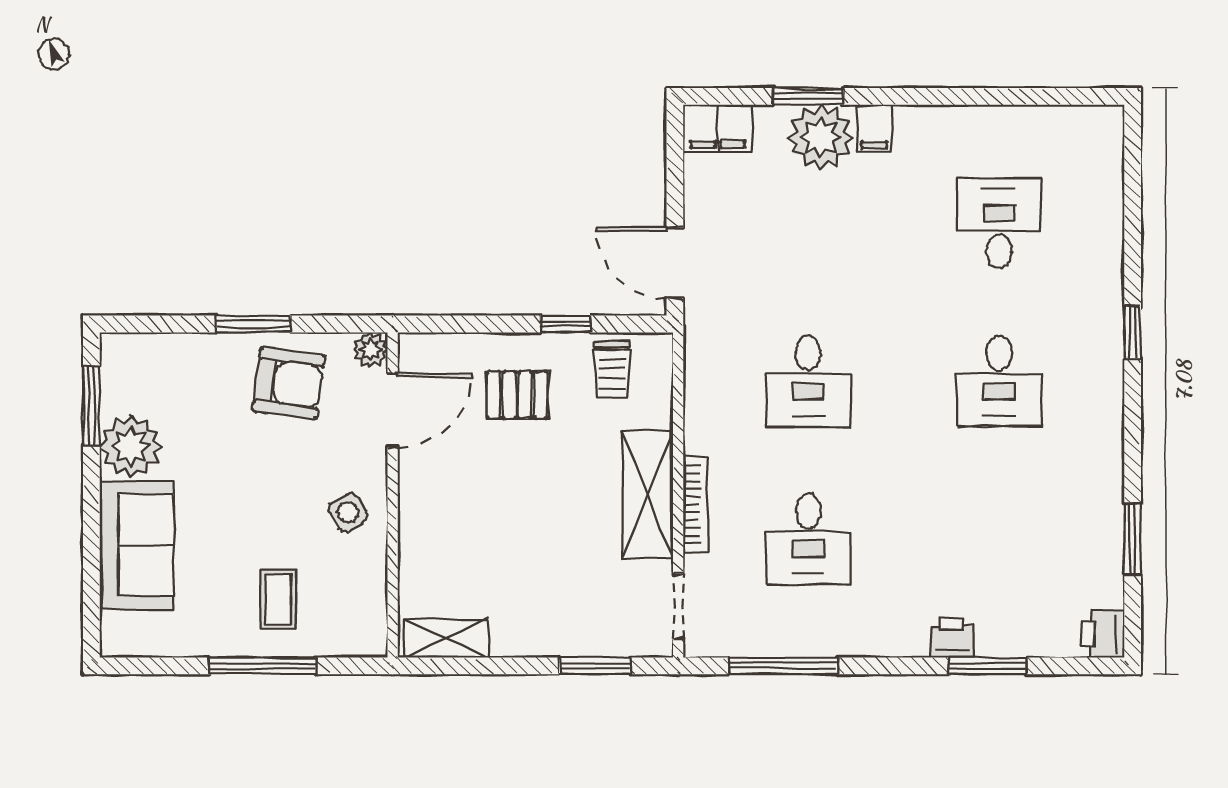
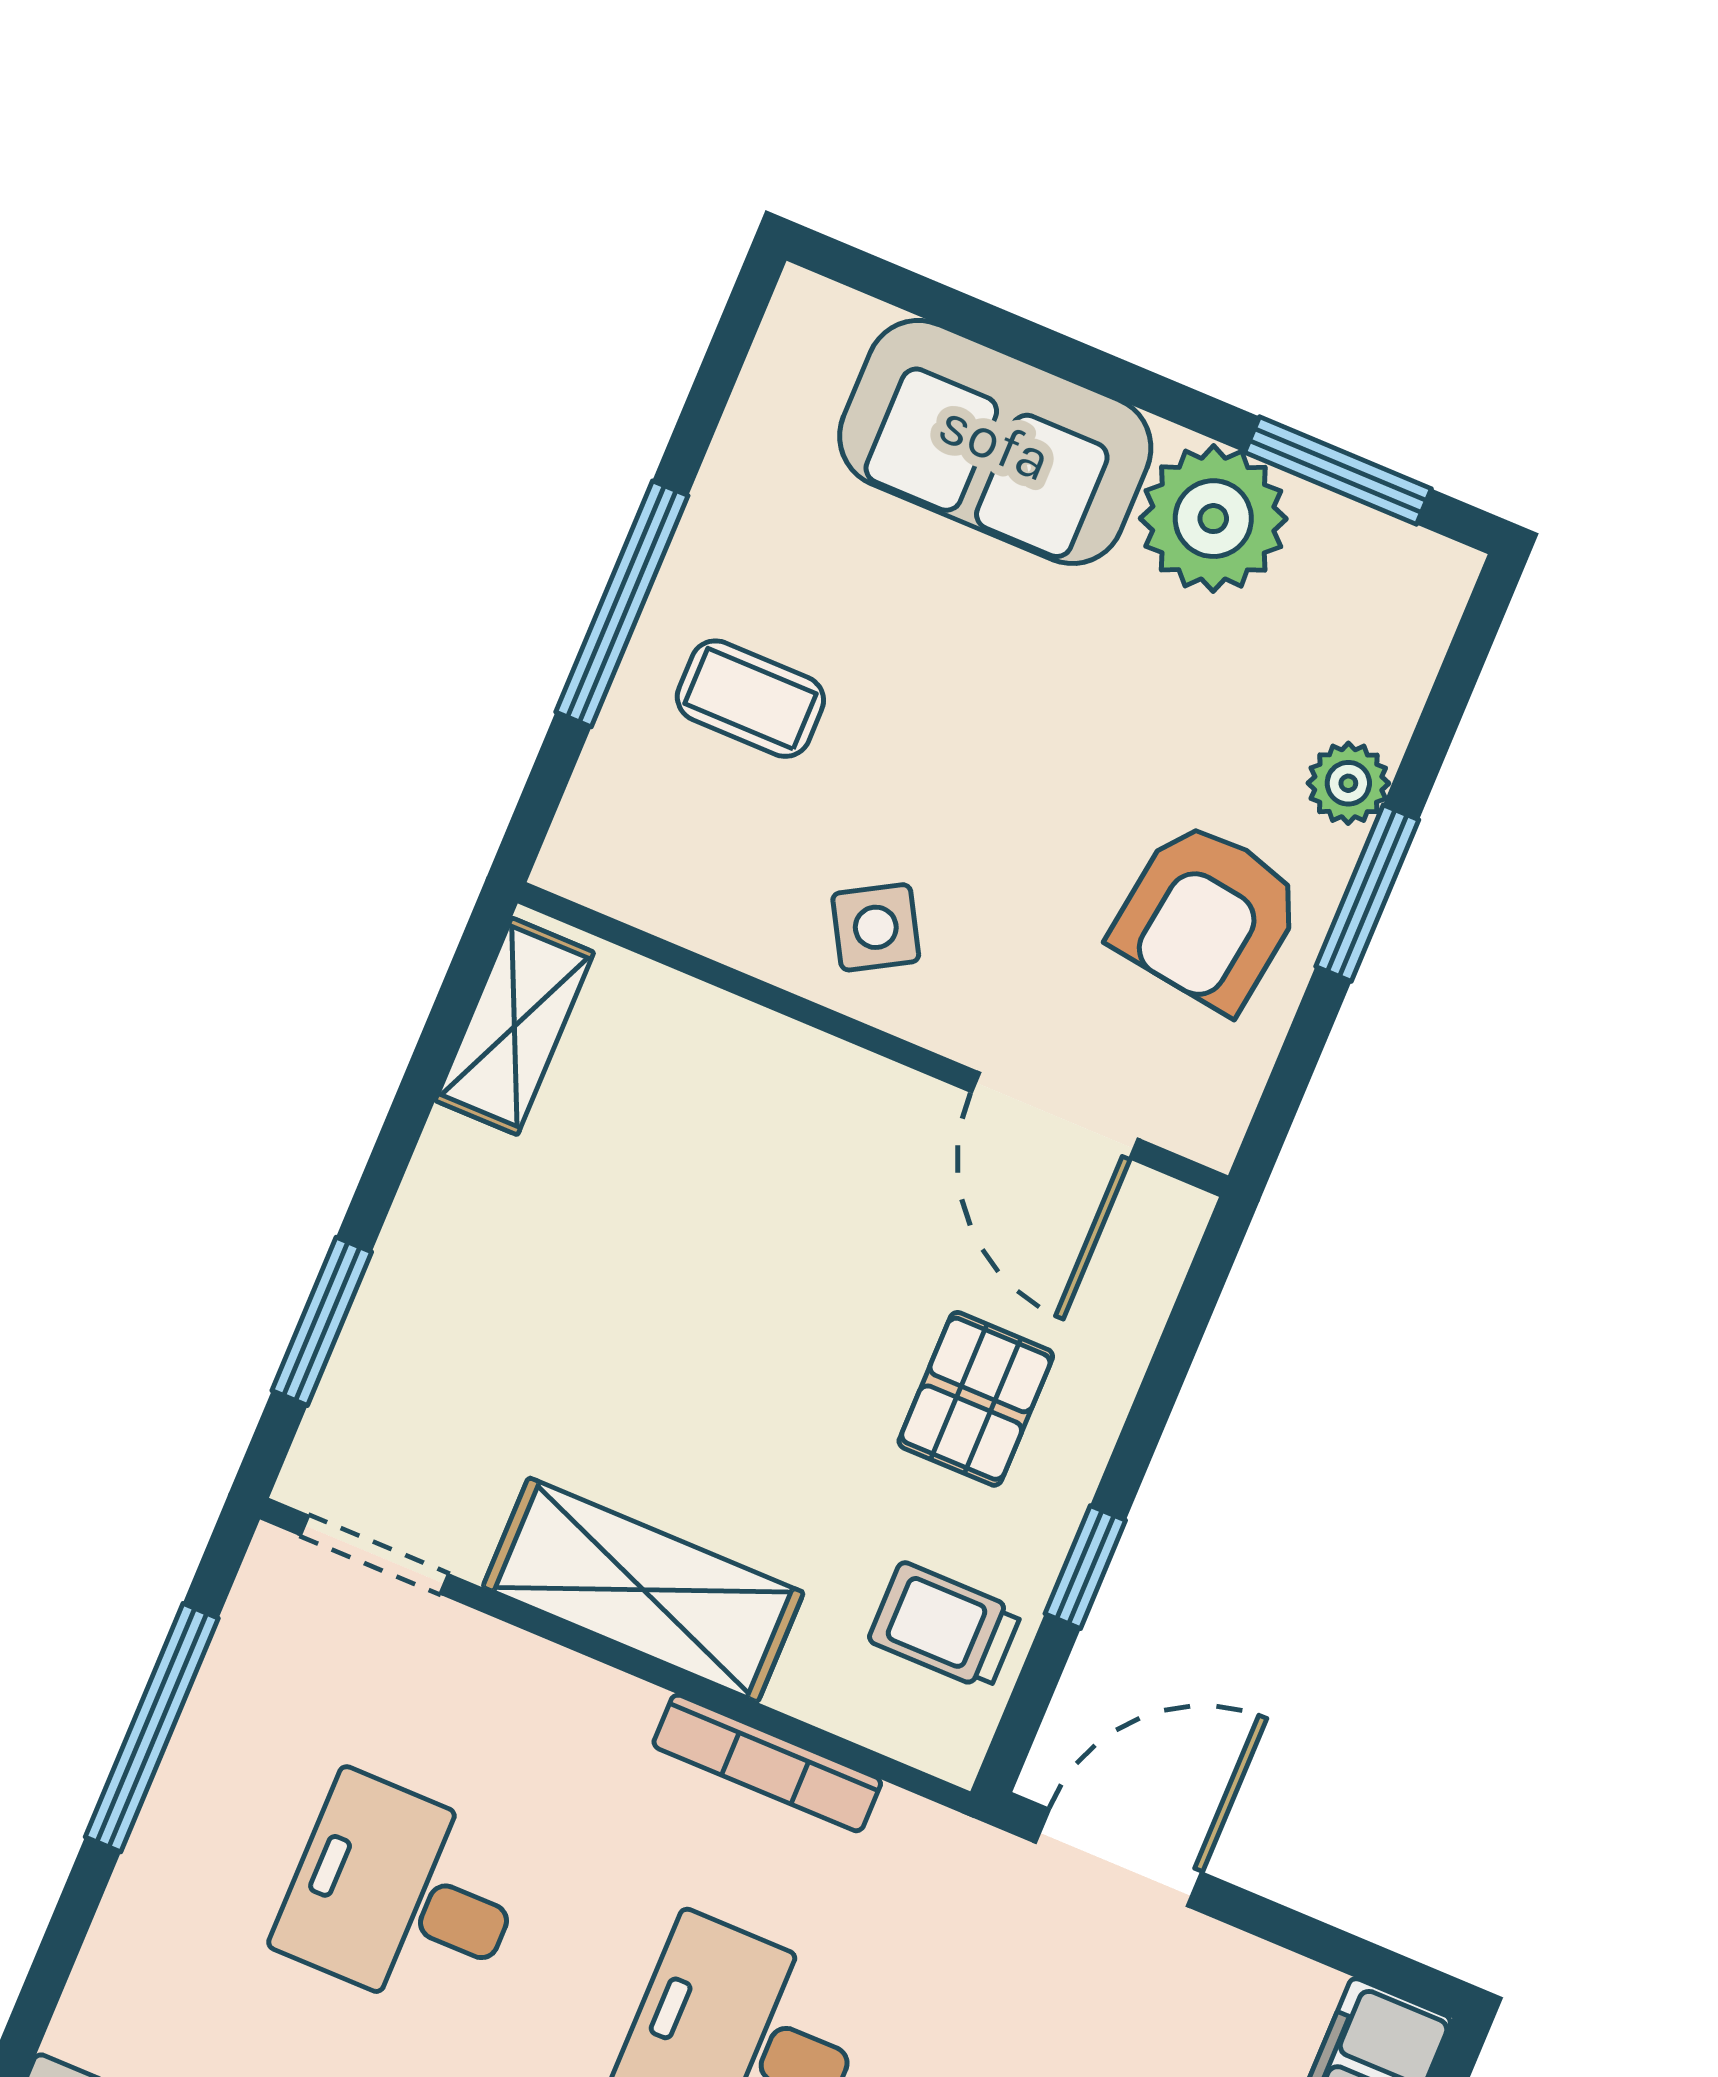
plant: (370, 350) -> (1348, 783), moved
bookcase: (696, 504) -> (767, 1763), moved

